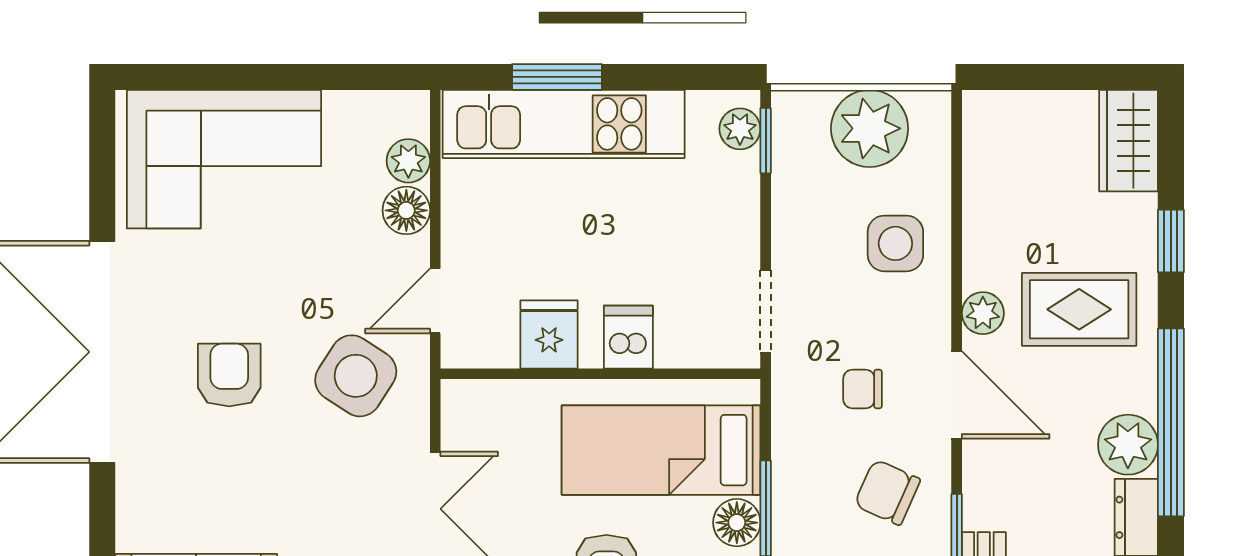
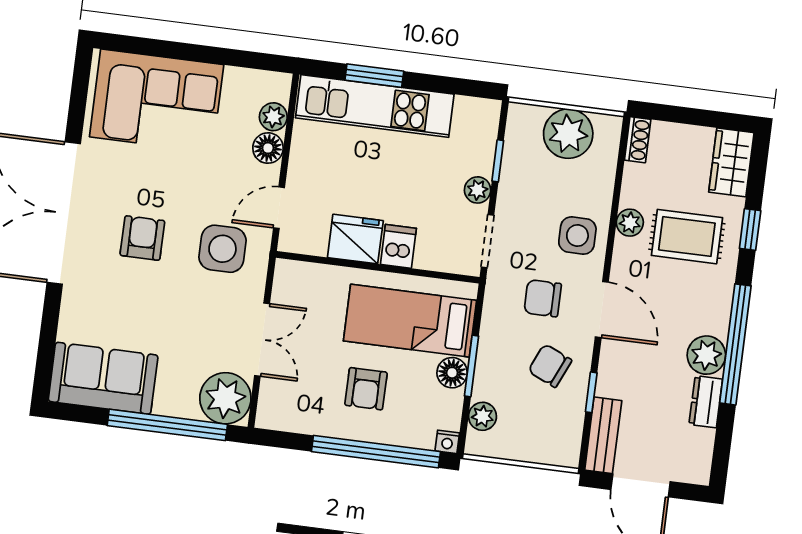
shoe rack: (978, 124) -> (638, 140), added
plant: (740, 129) -> (478, 190), moved
window: (766, 141) -> (498, 161), moved
side table: (895, 243) -> (577, 236), moved
rug: (1079, 309) -> (687, 237), moved
plant: (983, 313) -> (630, 223), moved
fridge: (549, 334) -> (355, 239), width x1.38
side table: (356, 376) -> (222, 249), turned -33
chair: (863, 389) -> (543, 298), width x1.37, depth x1.37

